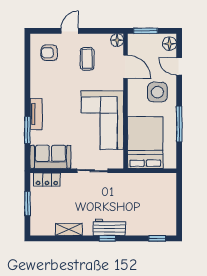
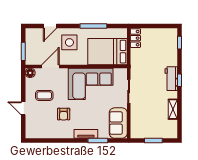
floor lamp: (169, 44) -> (33, 33), removed
armchair: (49, 53) -> (64, 114), moved
locker: (47, 180) -> (135, 38), moved

